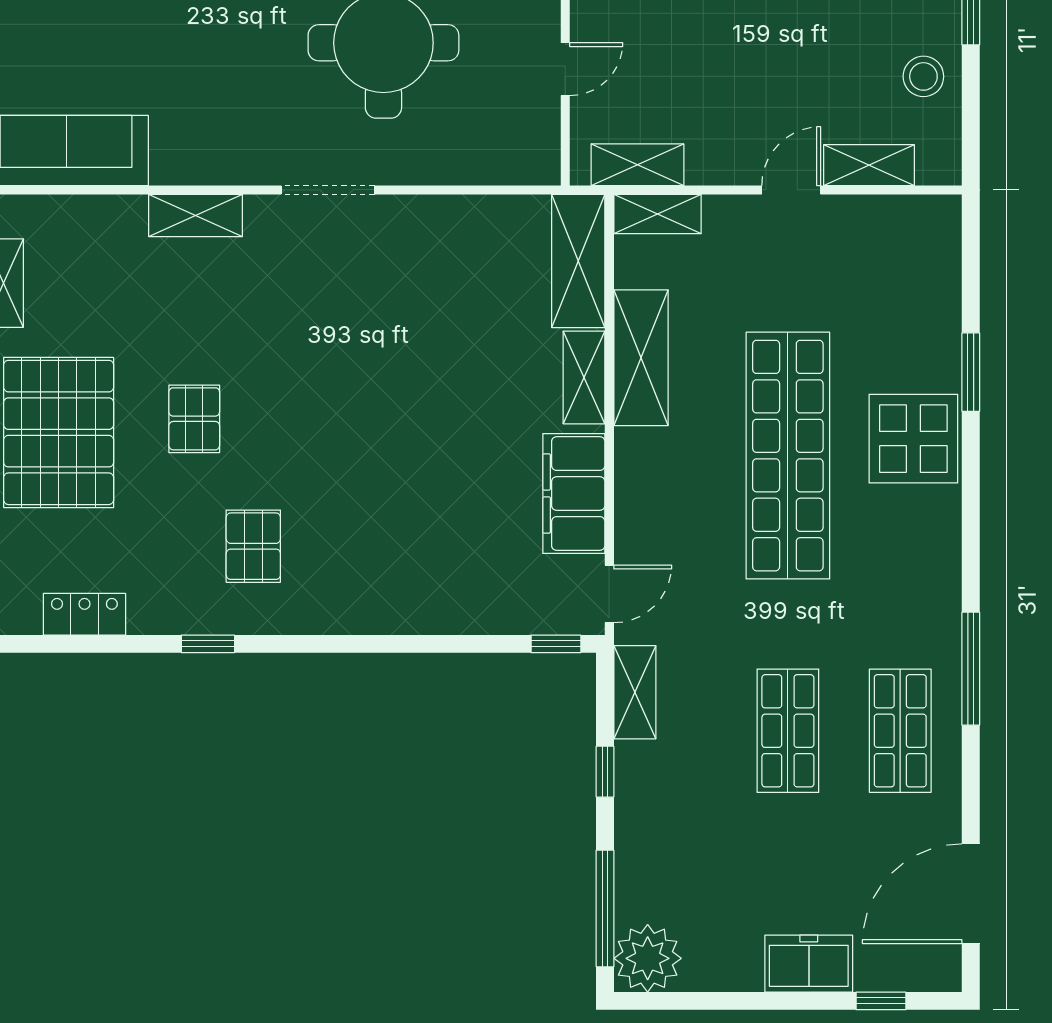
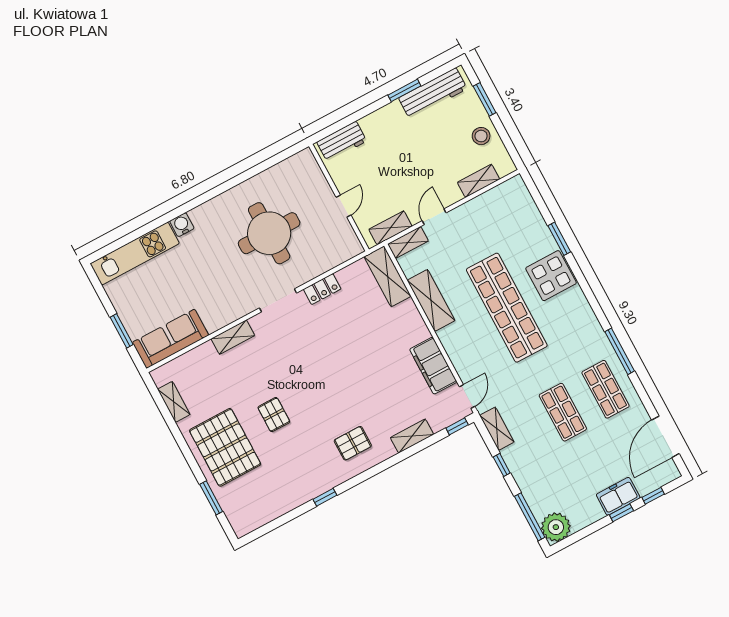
door: (791, 190) -> (434, 217), moved
shelving: (584, 377) -> (412, 436), moved, turned 90
pallet: (253, 546) -> (353, 443), moved, turned 90
locker: (84, 614) -> (322, 289), moved, turned 180
window: (797, 1001) -> (621, 513), added

